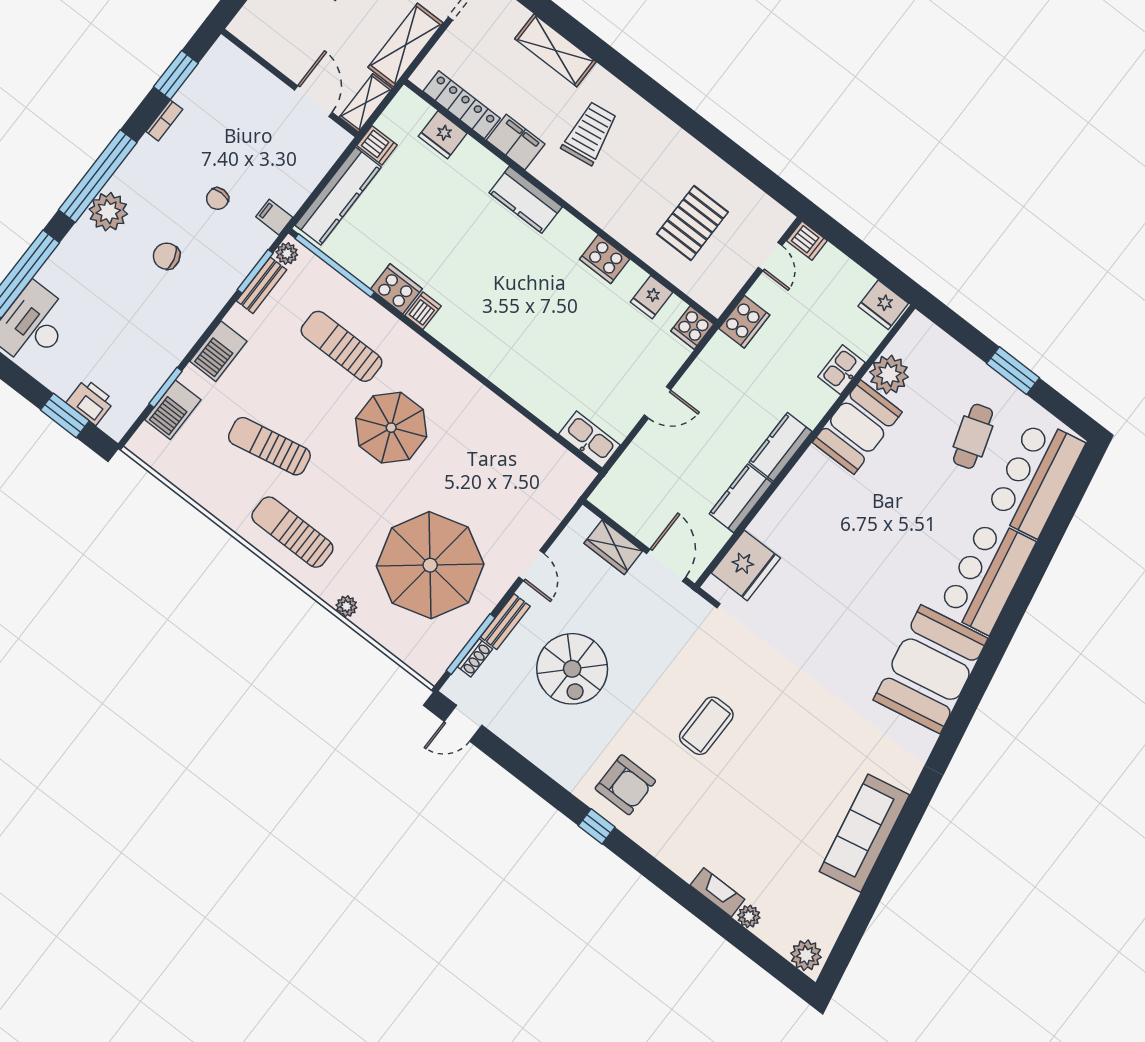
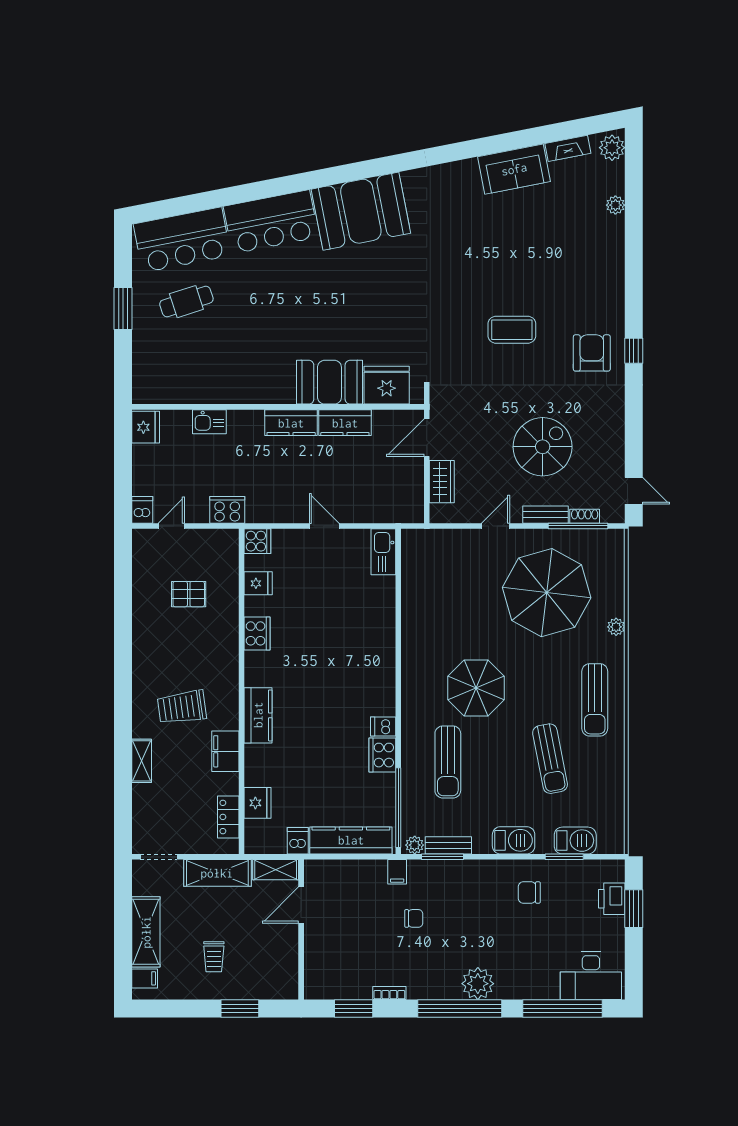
shelving: (555, 50) -> (142, 761), width x0.67, depth x0.75
locker: (462, 105) -> (228, 817), width x0.66
pallet: (692, 223) -> (189, 594), width x0.67, depth x0.71
chair: (167, 256) -> (529, 893), moved, turned 104
plant: (889, 374) -> (188, 388), removed
booth: (857, 427) -> (329, 382), moved
sofa: (864, 833) -> (514, 169), width x0.73
fireplace: (717, 892) -> (568, 148), moved, turned -101

